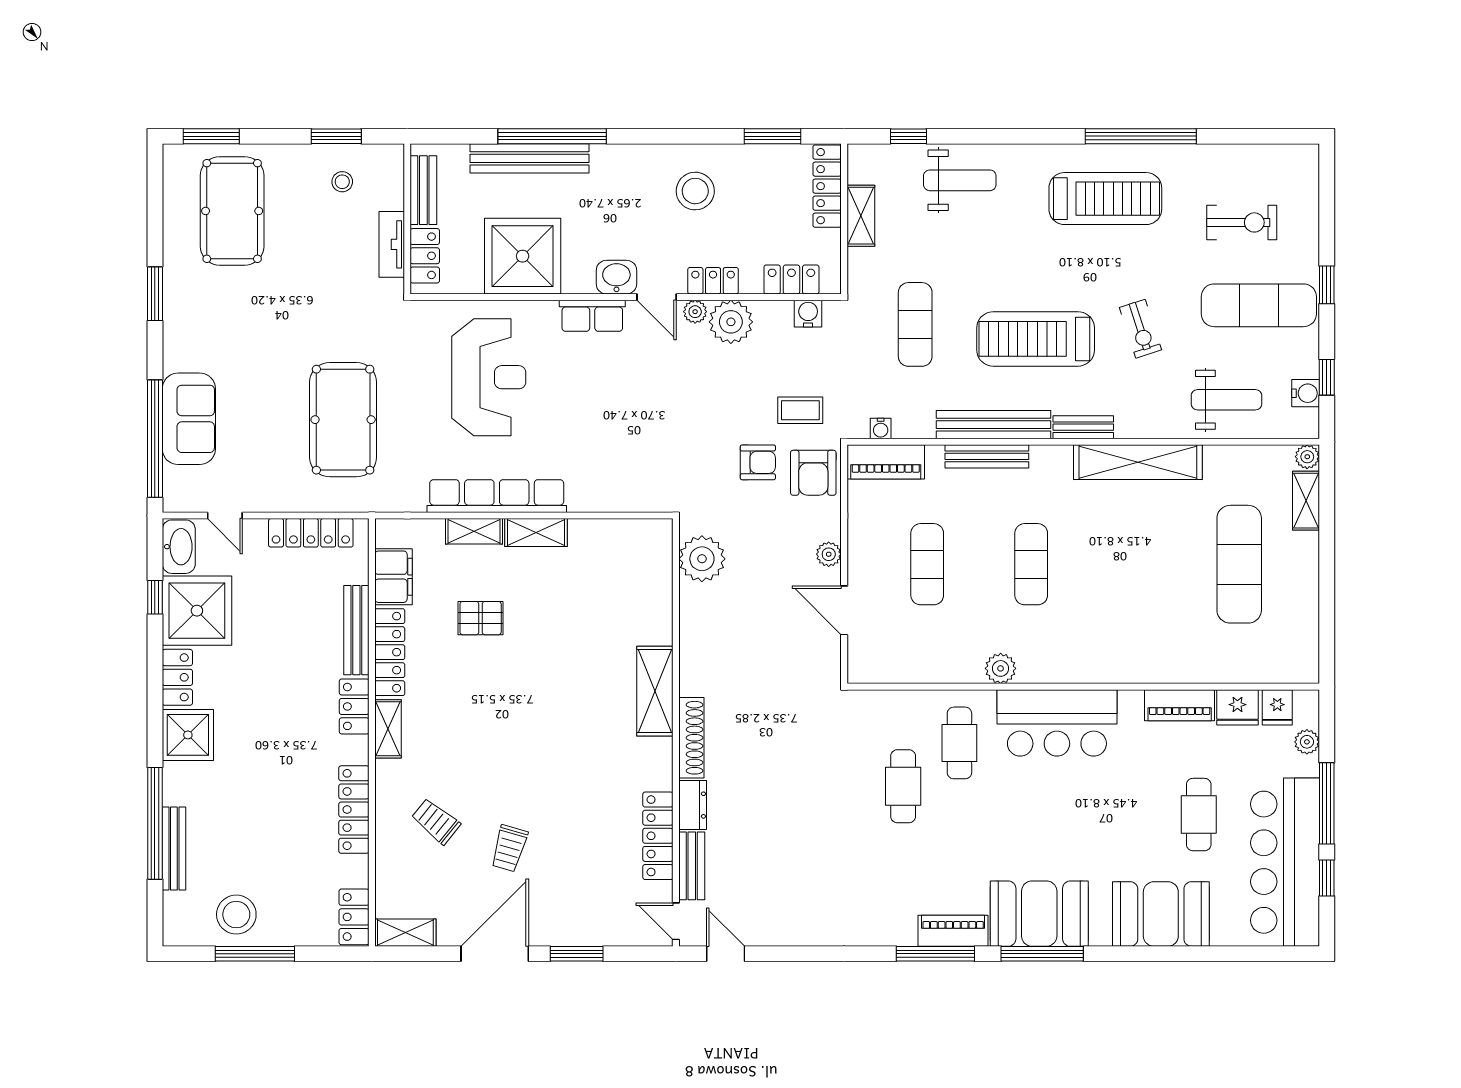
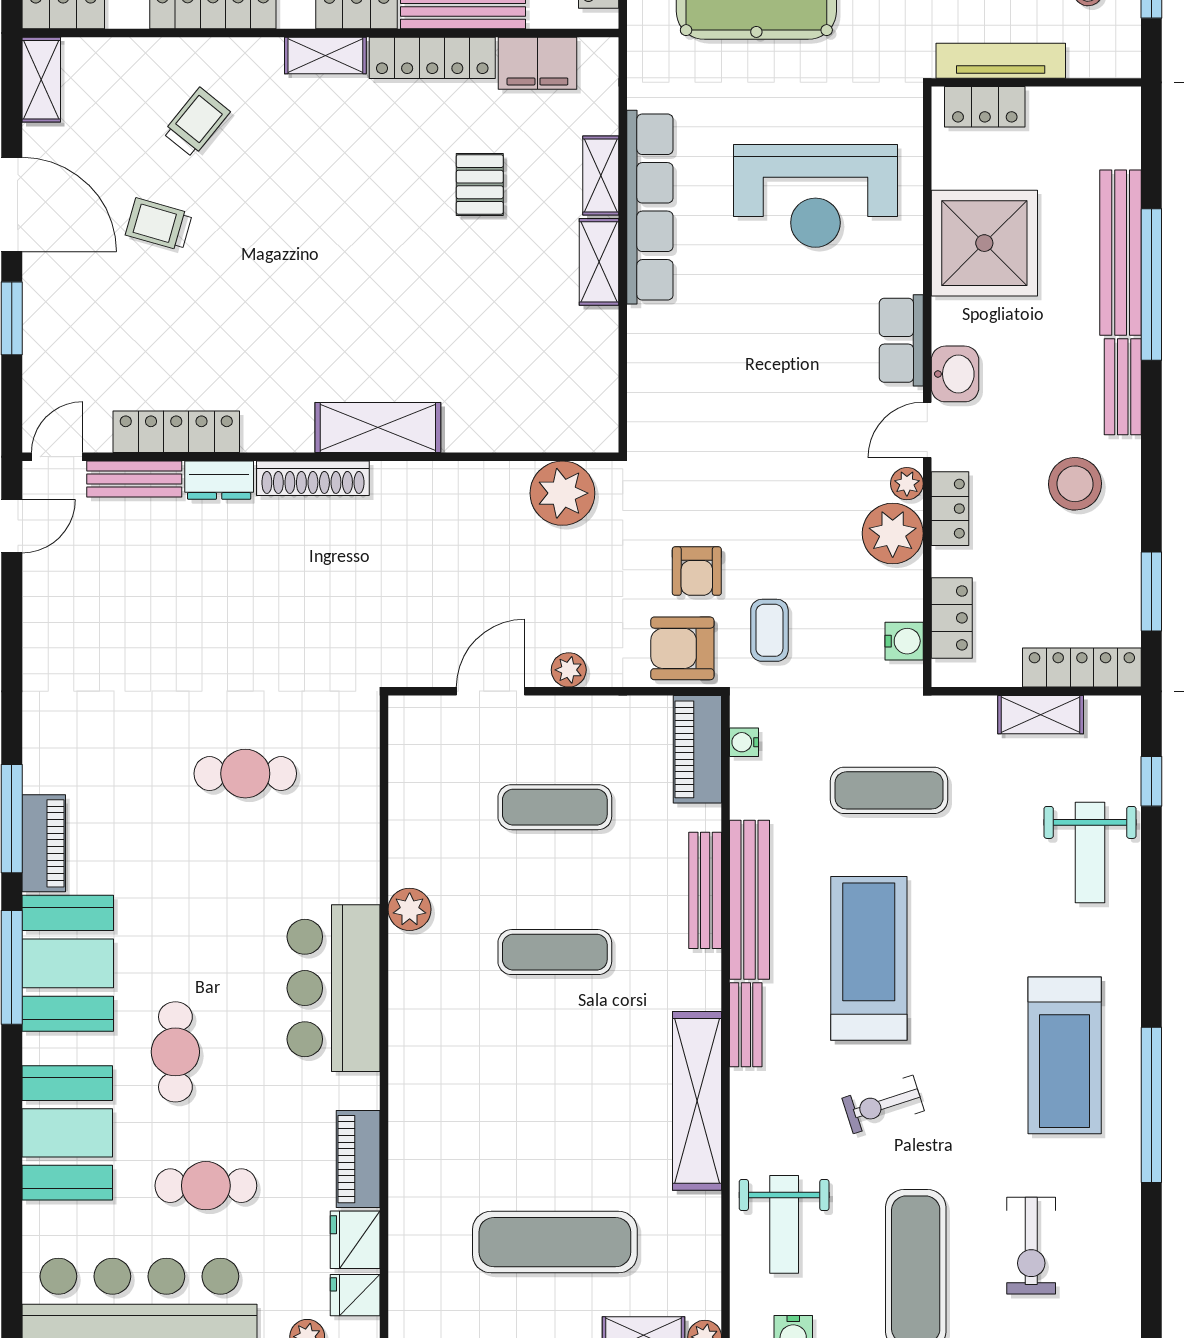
bench: (423, 190) -> (1123, 387), moved, turned 90
tv unit: (392, 244) -> (1001, 61), width x1.41
cafe table: (959, 743) -> (175, 1052), moved, turned 90

